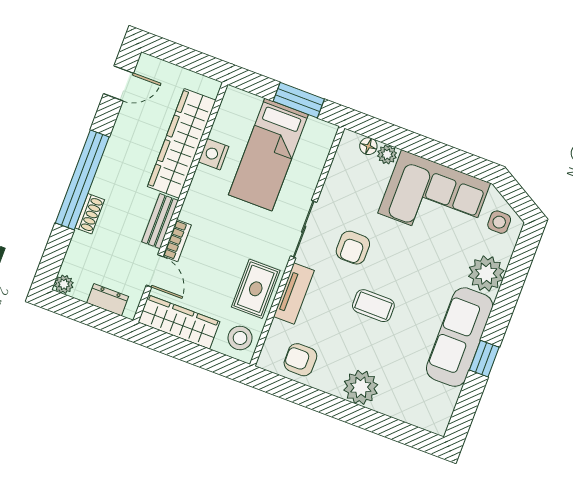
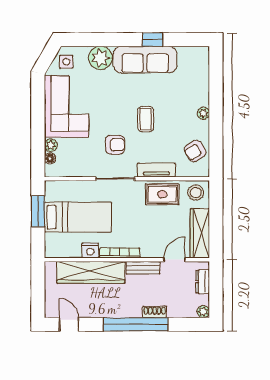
bookcase: (177, 241) -> (120, 253), moved, width x1.56
armchair: (300, 360) -> (195, 151), turned 58
plant: (361, 387) -> (203, 113), width x0.53, depth x0.53

